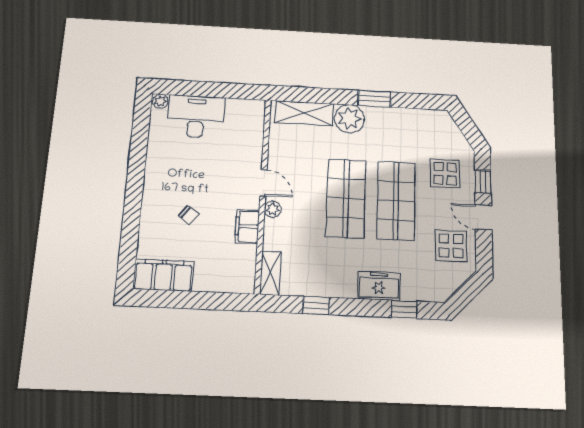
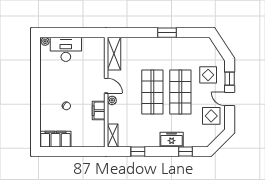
shelving: (304, 113) -> (114, 54), moved, turned 90
plant: (349, 119) -> (153, 45), removed

